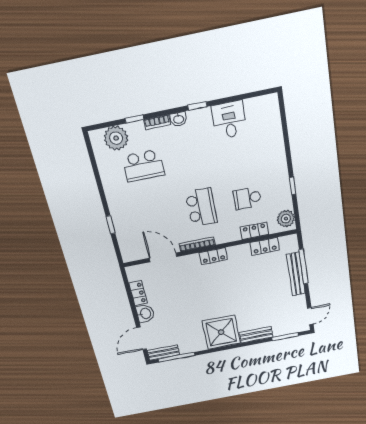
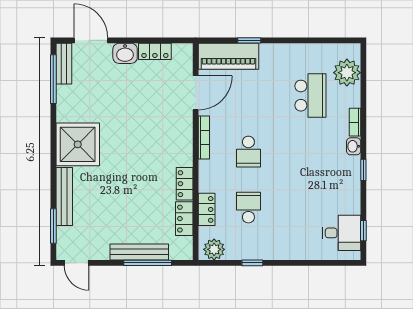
window: (134, 119) -> (363, 231), moved
desk: (229, 120) -> (341, 233), moved
school desk: (143, 166) -> (310, 96), turned 180
school desk: (201, 207) -> (248, 152), width x0.54
piano: (128, 238) -> (228, 56), added
locker: (213, 256) -> (185, 184), moved
bench: (256, 335) -> (64, 196), width x1.36

